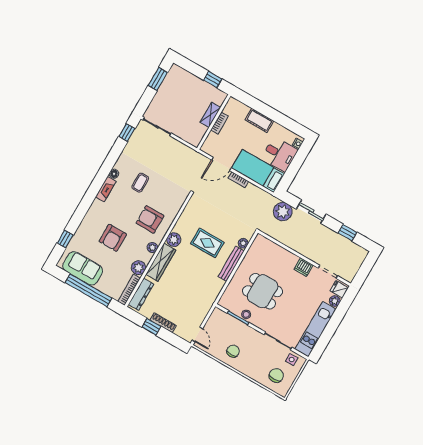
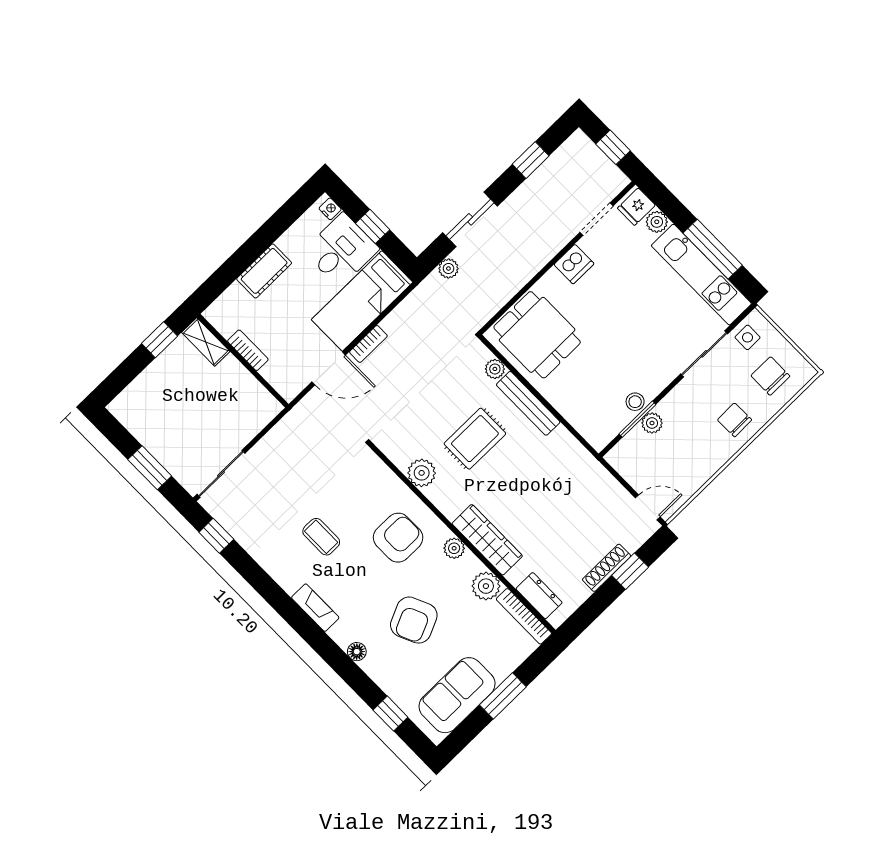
window: (158, 79) -> (150, 468), moved
shelving: (210, 115) -> (206, 342), moved
door: (221, 164) -> (329, 368), hinge flipped
window: (295, 166) -> (373, 226), added
floor lamp: (114, 174) -> (357, 652), moved
plant: (283, 212) -> (448, 269), width x0.53, depth x0.53
armchair: (150, 219) -> (398, 538), turned 180
armchair: (113, 238) -> (414, 620), turned 66
plant: (174, 240) -> (422, 473), moved
window: (364, 270) -> (613, 147), added
window: (88, 290) -> (503, 696), width x0.47
dining table: (263, 291) -> (537, 335), moved, turned 90
dresser: (141, 294) -> (539, 596), width x0.70
plant: (238, 325) -> (652, 423), added
window: (151, 327) -> (630, 571), moved
window: (329, 331) -> (713, 249), added
chair: (233, 351) -> (735, 420), moved

